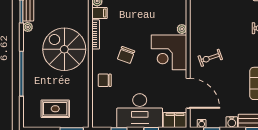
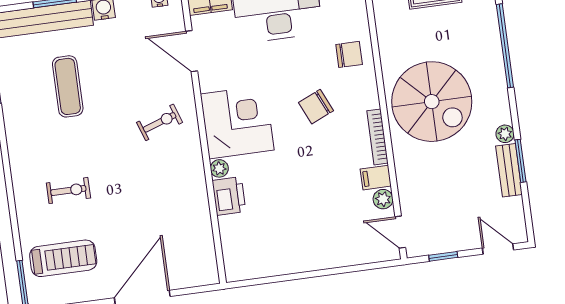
printer: (179, 14) -> (229, 196), added
chair: (126, 55) -> (316, 107), turned -134
door: (188, 93) -> (192, 51), width x0.73

